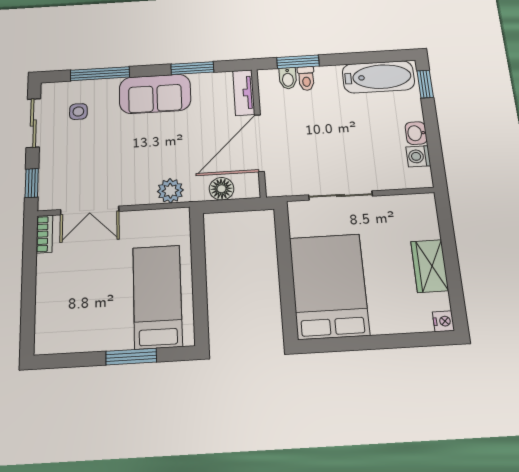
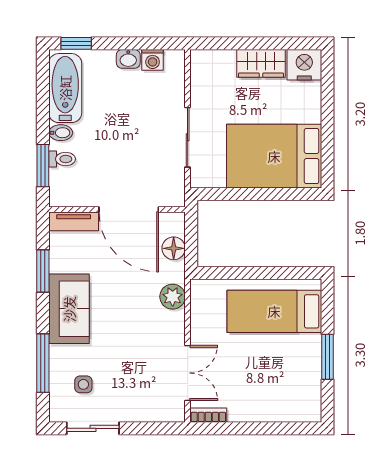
bidet: (288, 78) -> (61, 133), moved
window: (32, 183) -> (156, 428), removed
nightstand: (443, 321) -> (304, 65), width x1.89, depth x1.79
window: (131, 357) -> (327, 357), moved

